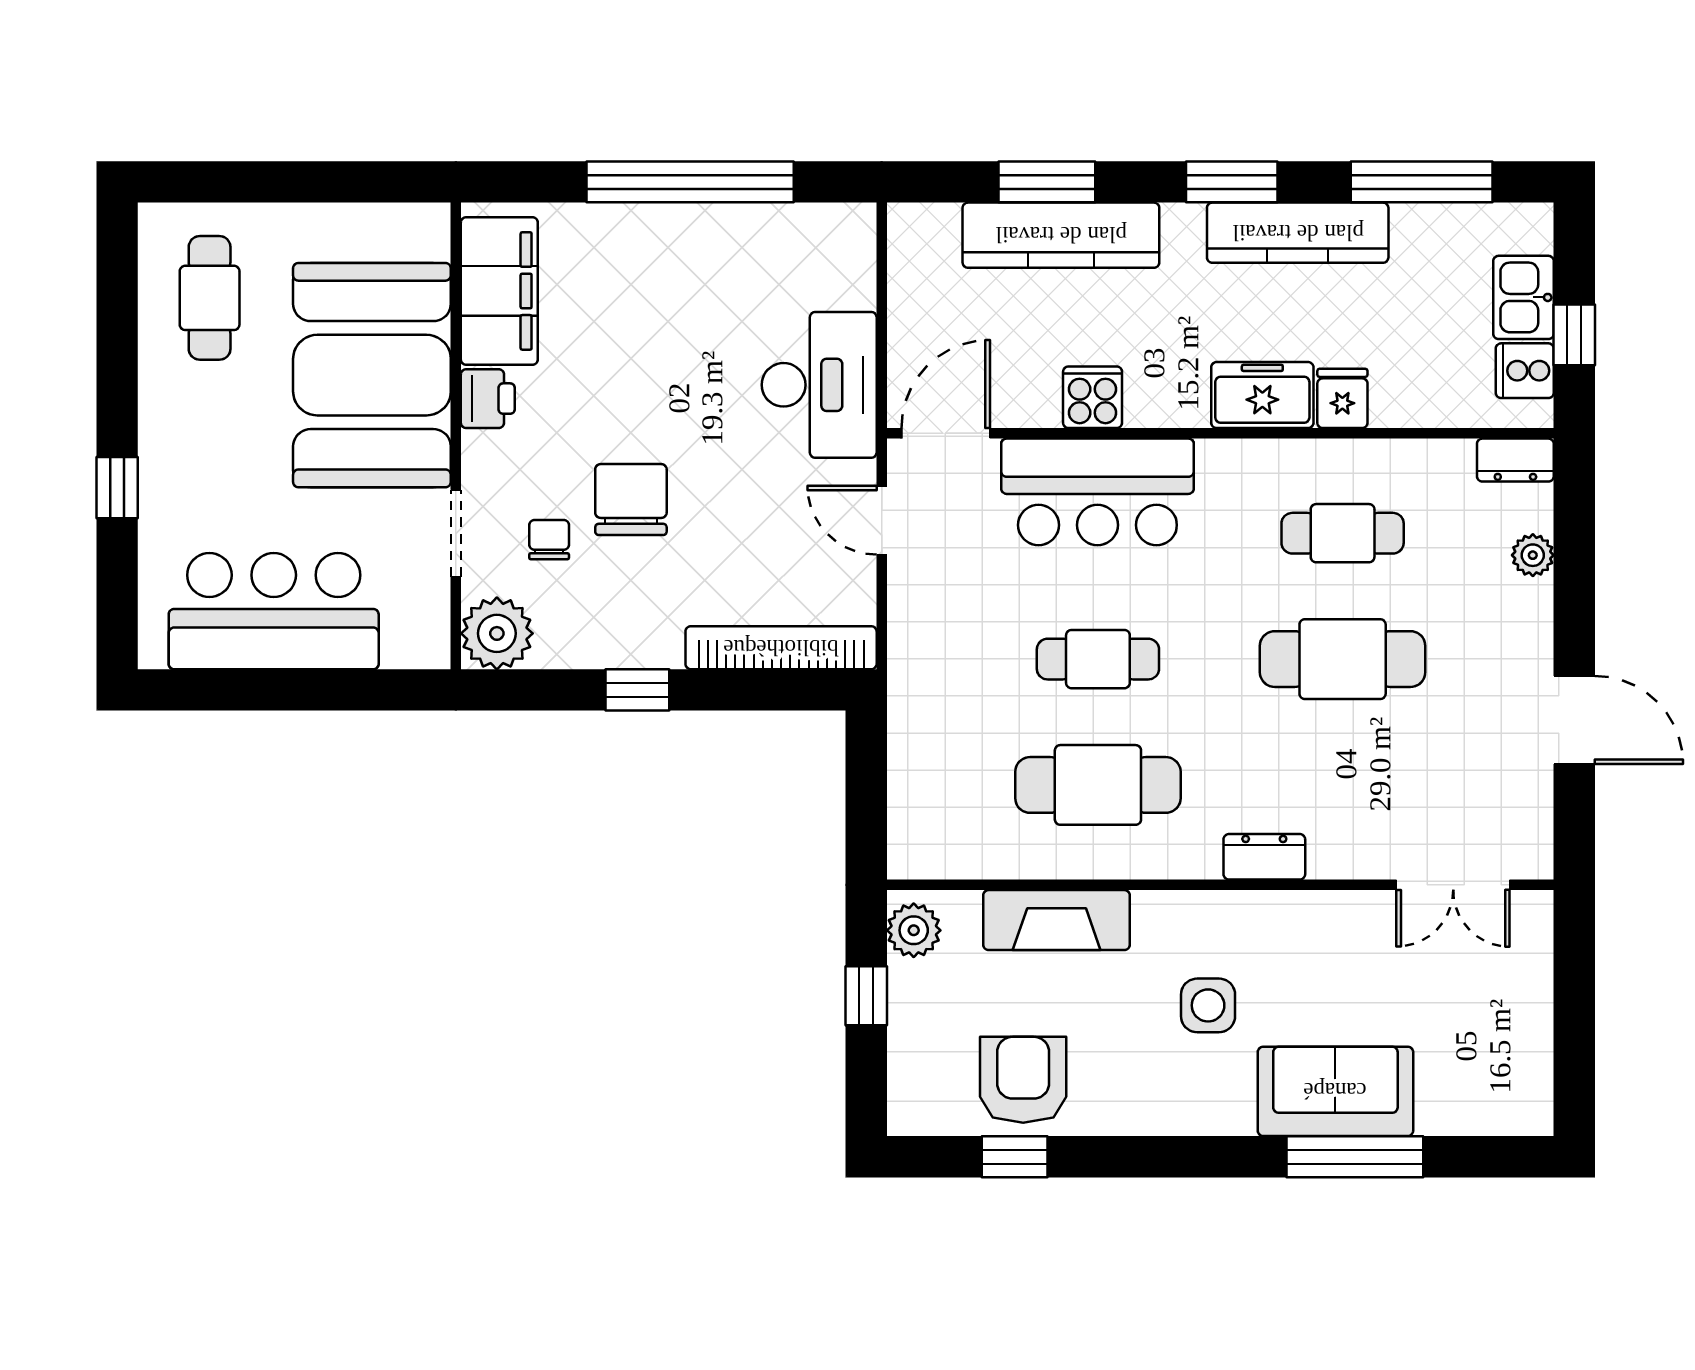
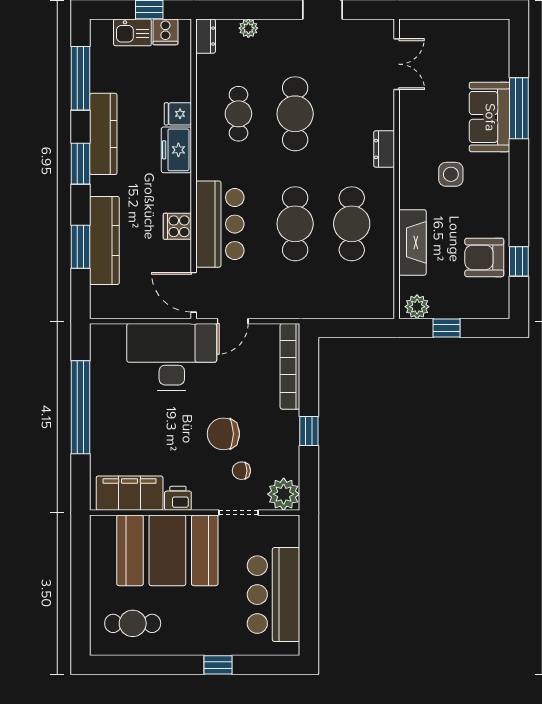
desk: (819, 385) -> (172, 357), width x1.36, depth x1.30
cafe table: (1098, 659) -> (295, 224), width x1.37, depth x1.35

